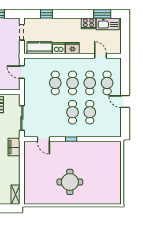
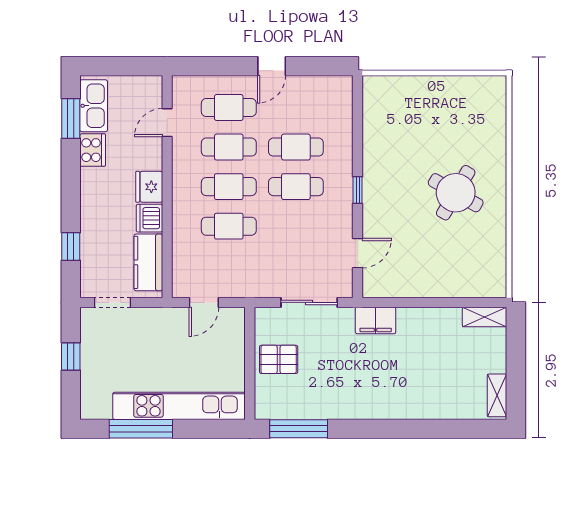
round table: (70, 182) -> (456, 193), turned 30

